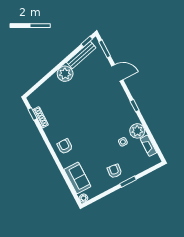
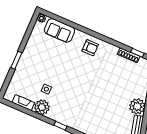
armchair: (115, 171) -> (34, 60), removed

